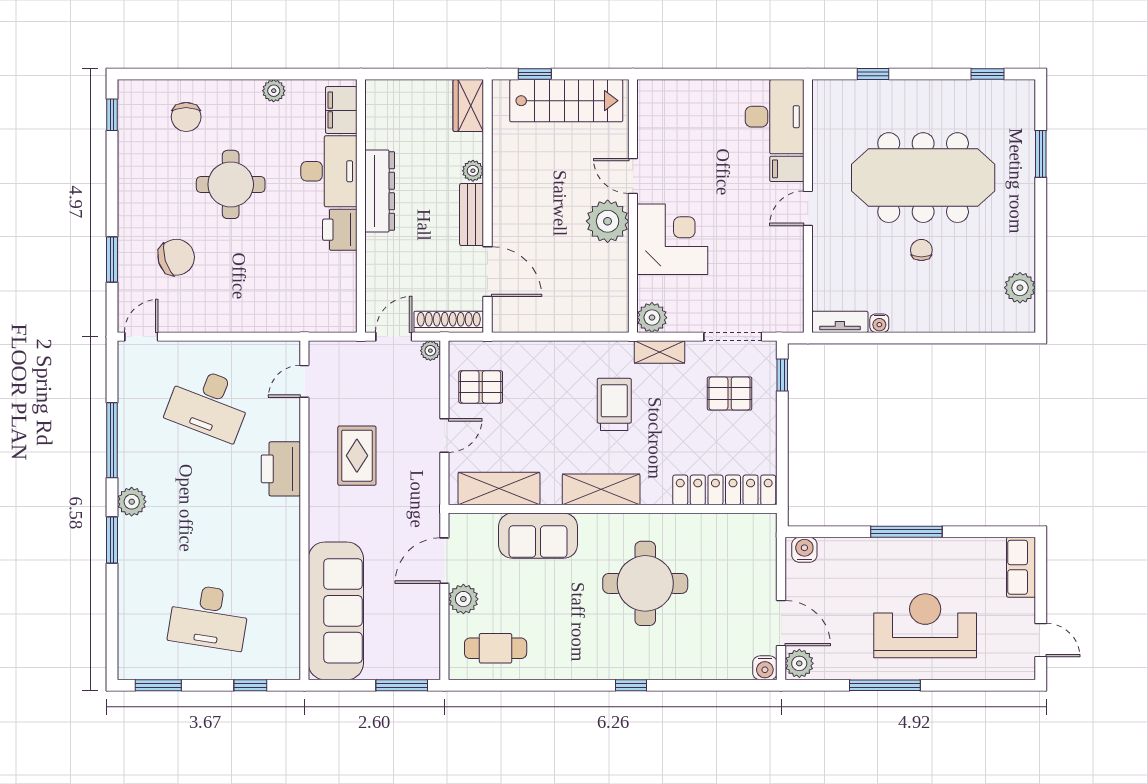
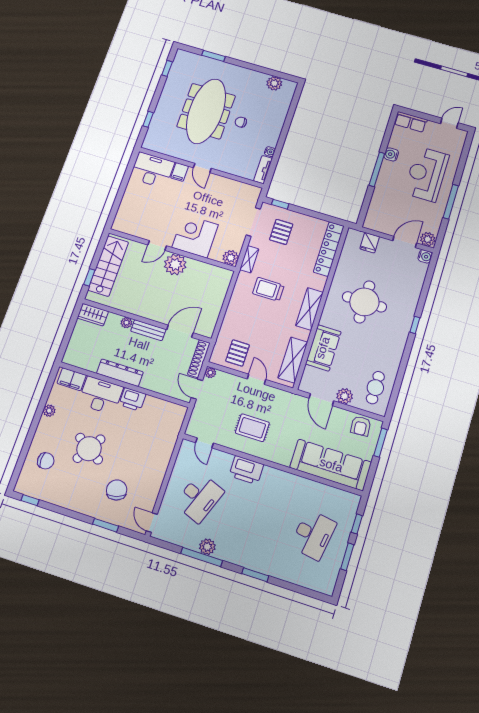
round table: (231, 184) -> (89, 449), turned 32
plant: (132, 502) -> (207, 547), moved
water cooler: (804, 550) -> (391, 154), moved
fridge: (760, 560) -> (370, 243), added
armchair: (420, 643) -> (361, 426), added
window: (158, 685) -> (347, 557), moved

